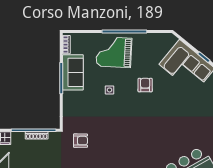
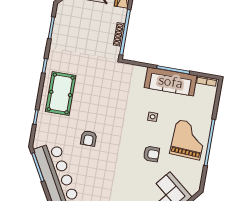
grand piano: (114, 52) -> (188, 140), moved
sofa: (73, 72) -> (171, 82), width x1.36
armchair: (81, 141) -> (89, 138), moved

